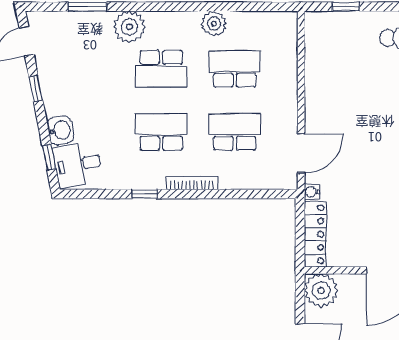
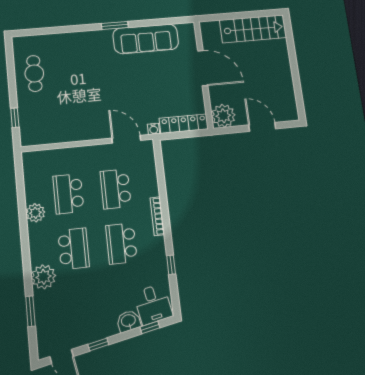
window: (145, 194) -> (171, 265), moved

